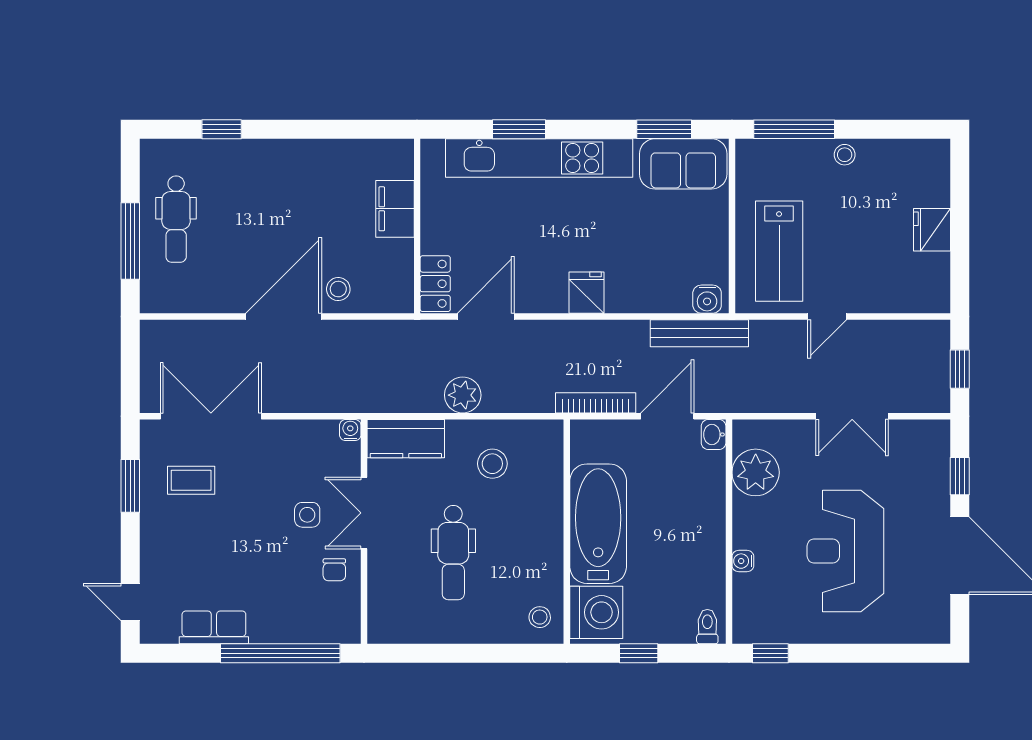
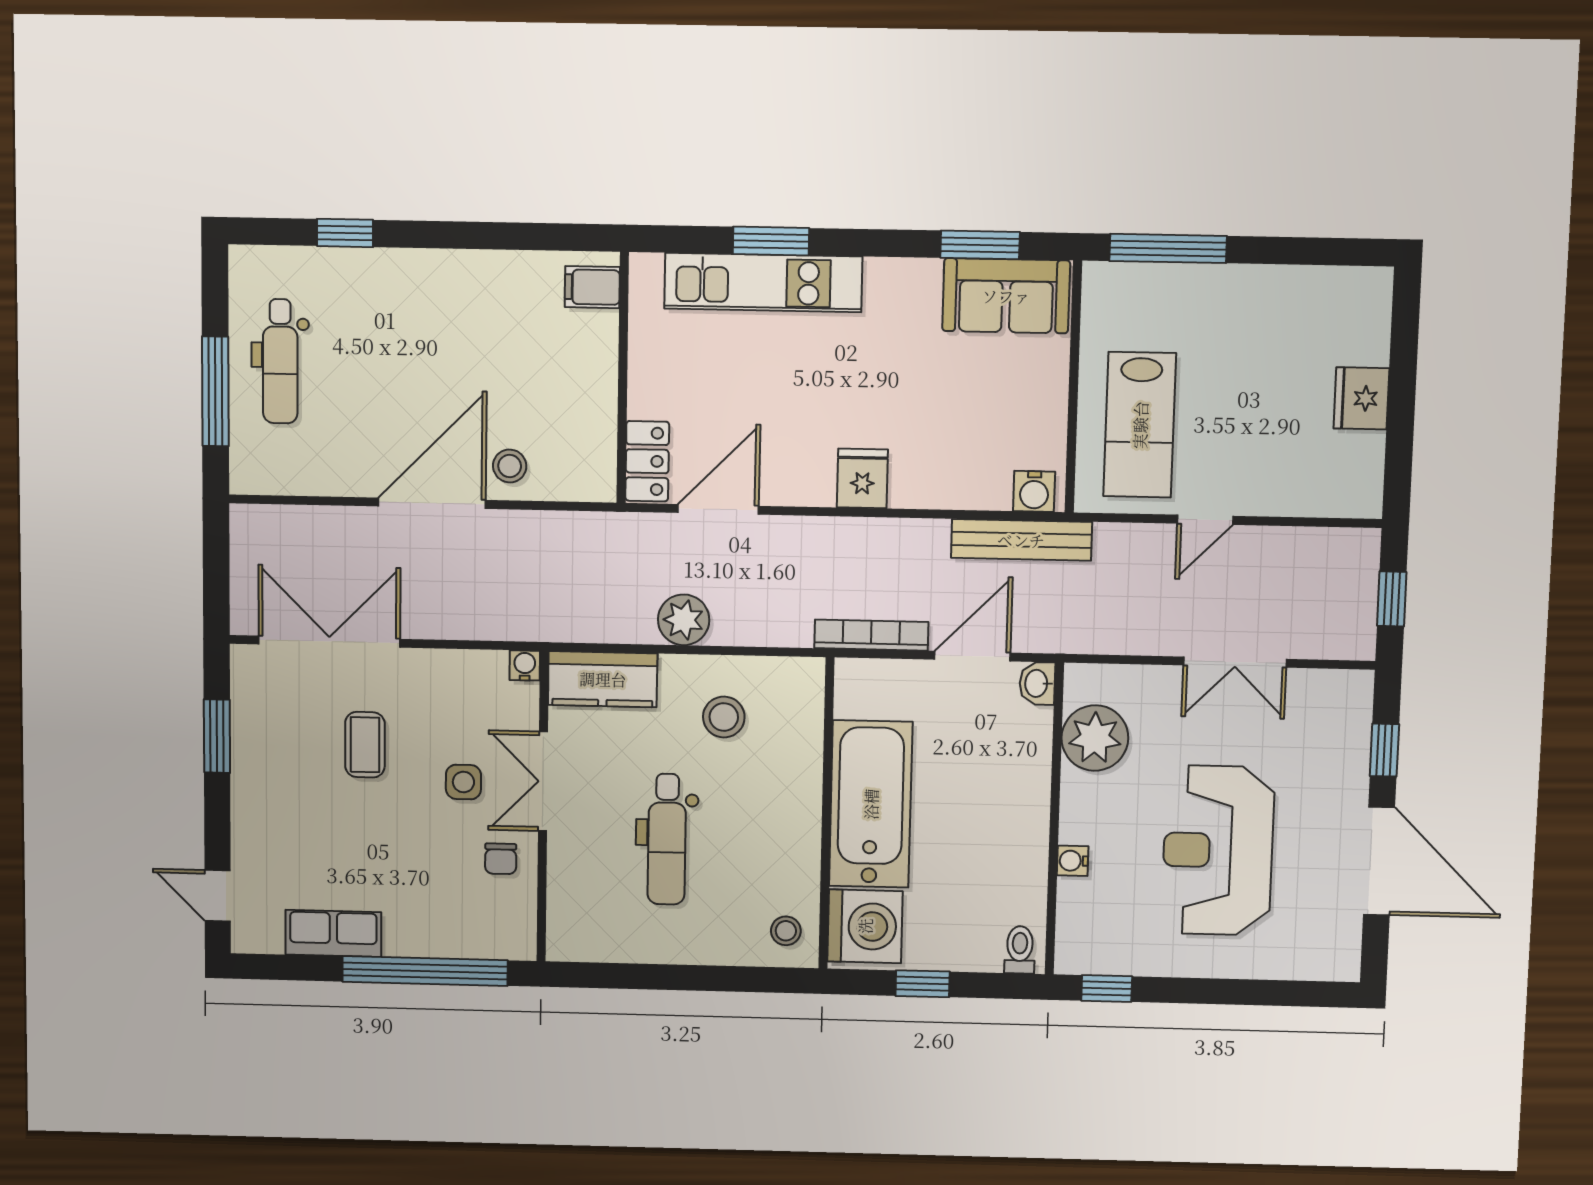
stool: (845, 155) -> (1240, 287), removed
kitchen unit: (539, 158) -> (763, 283), width x0.73
filing cabinet: (395, 209) -> (592, 287), moved, width x0.50
coffee table: (191, 480) -> (365, 745), moved, turned 90

